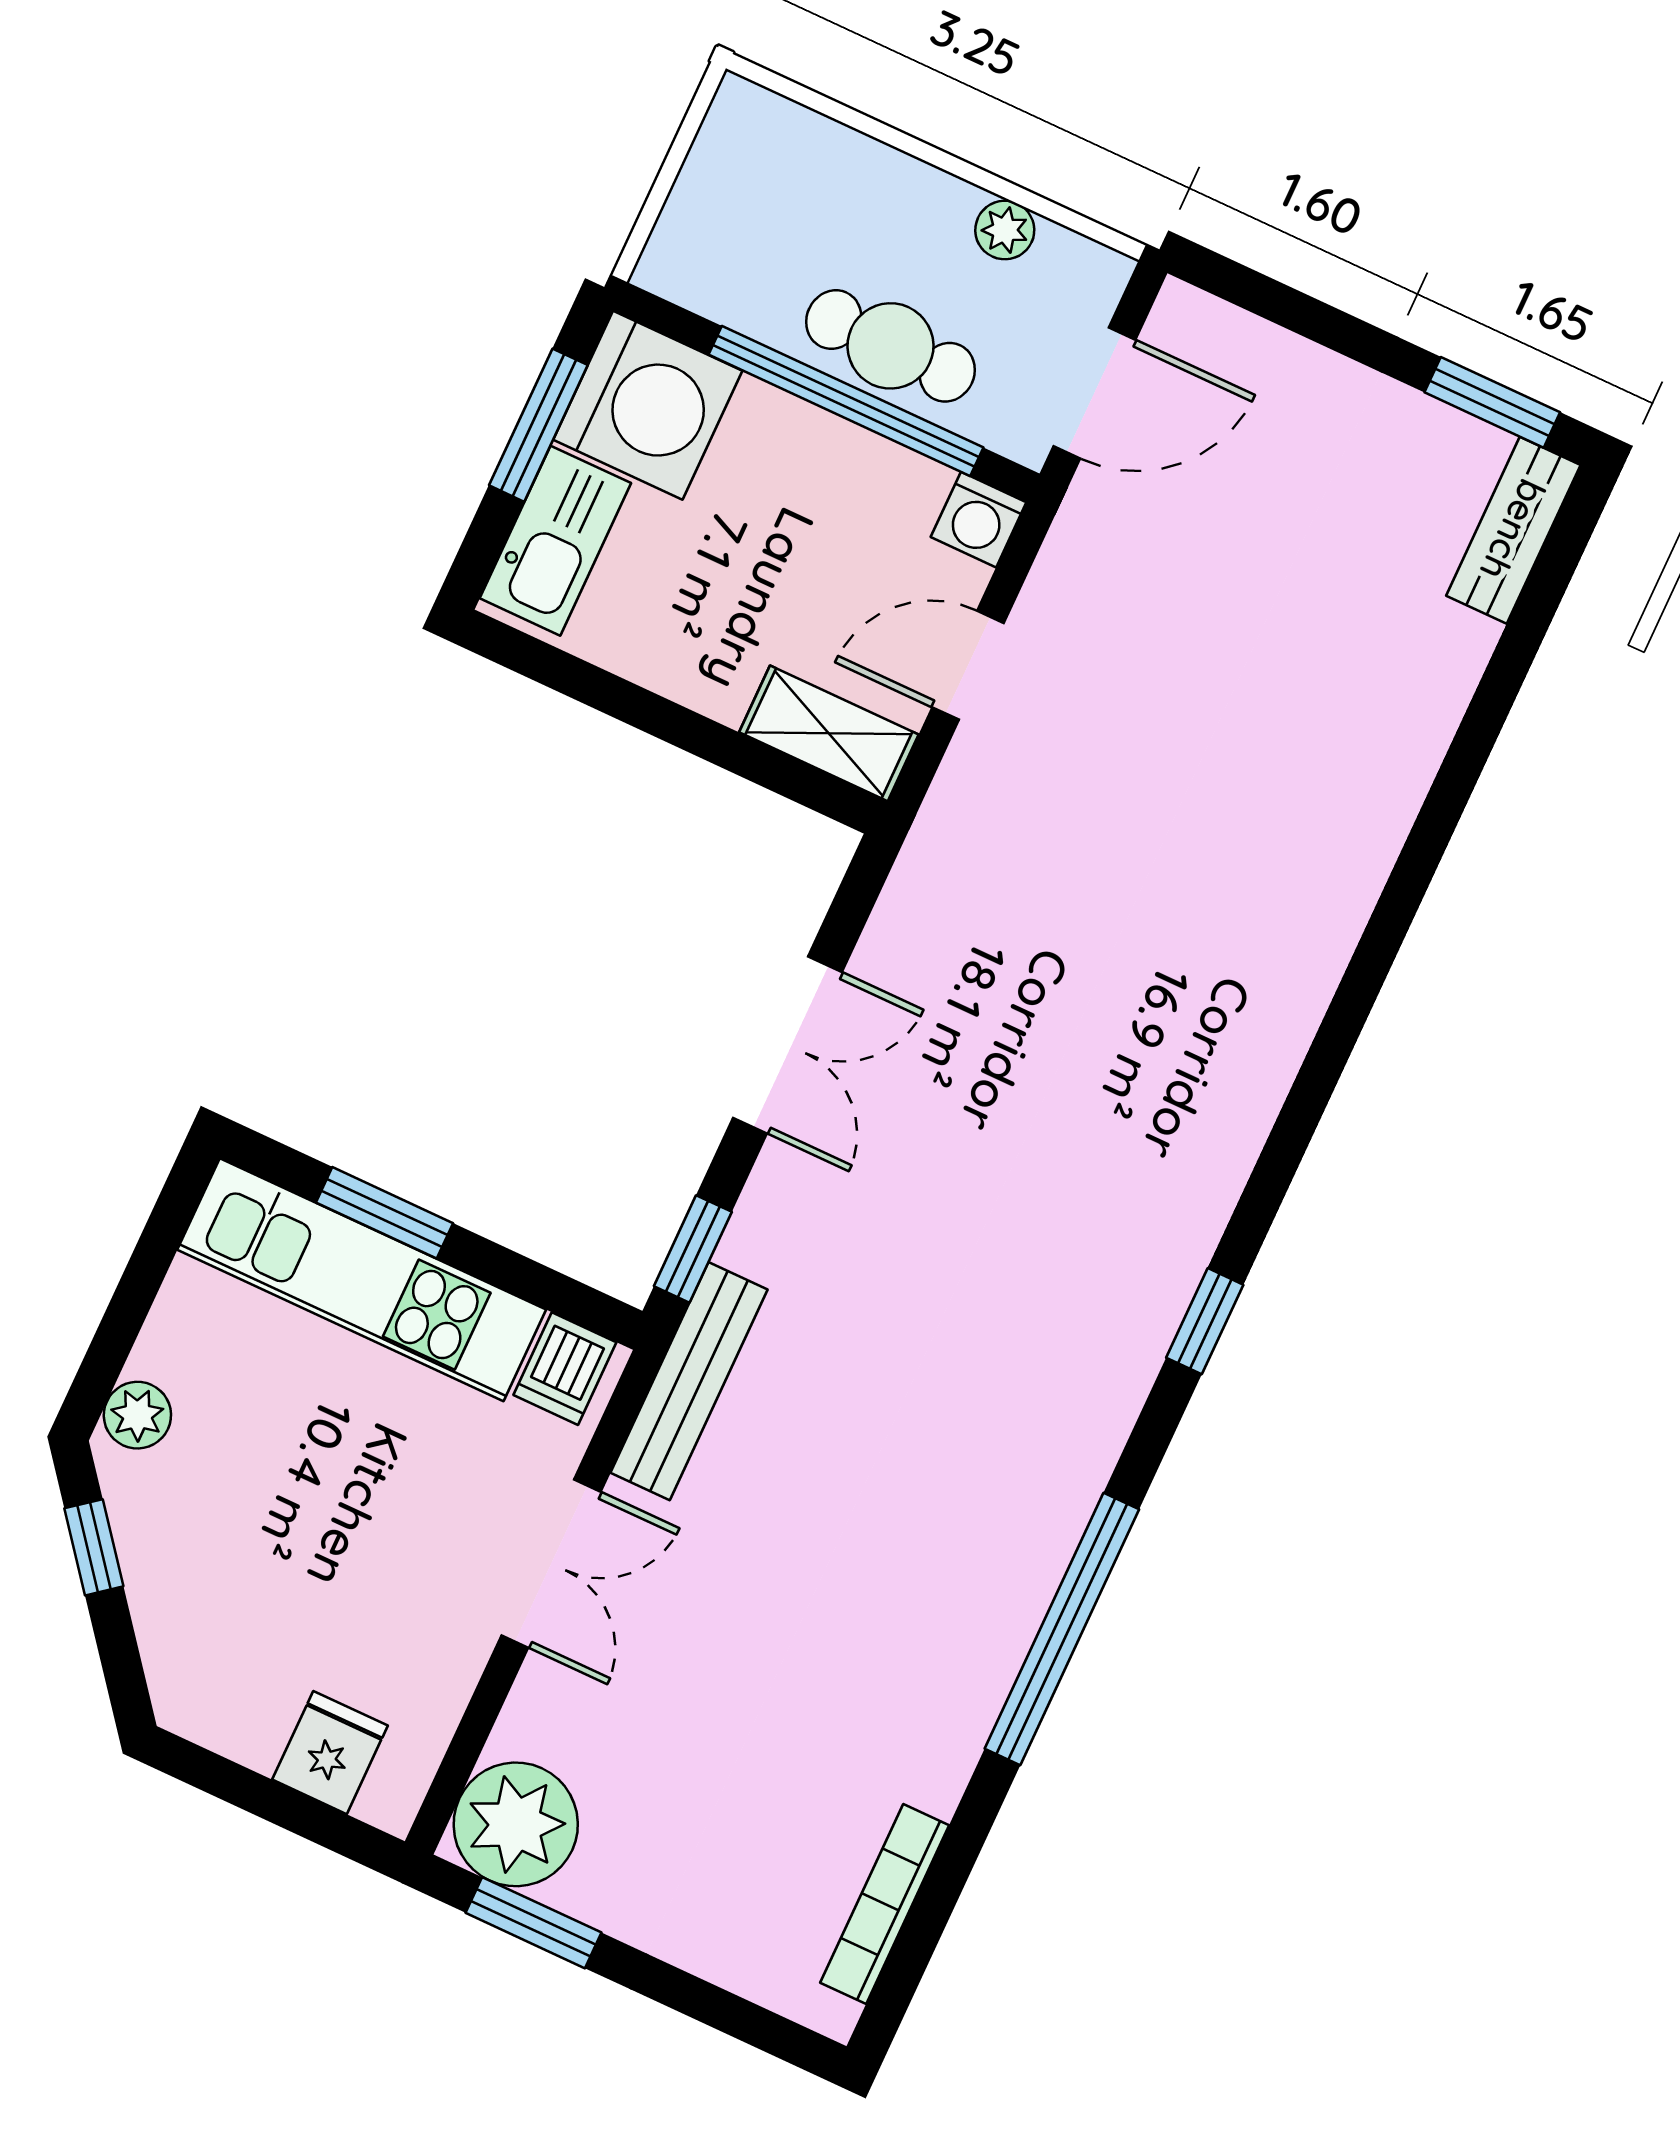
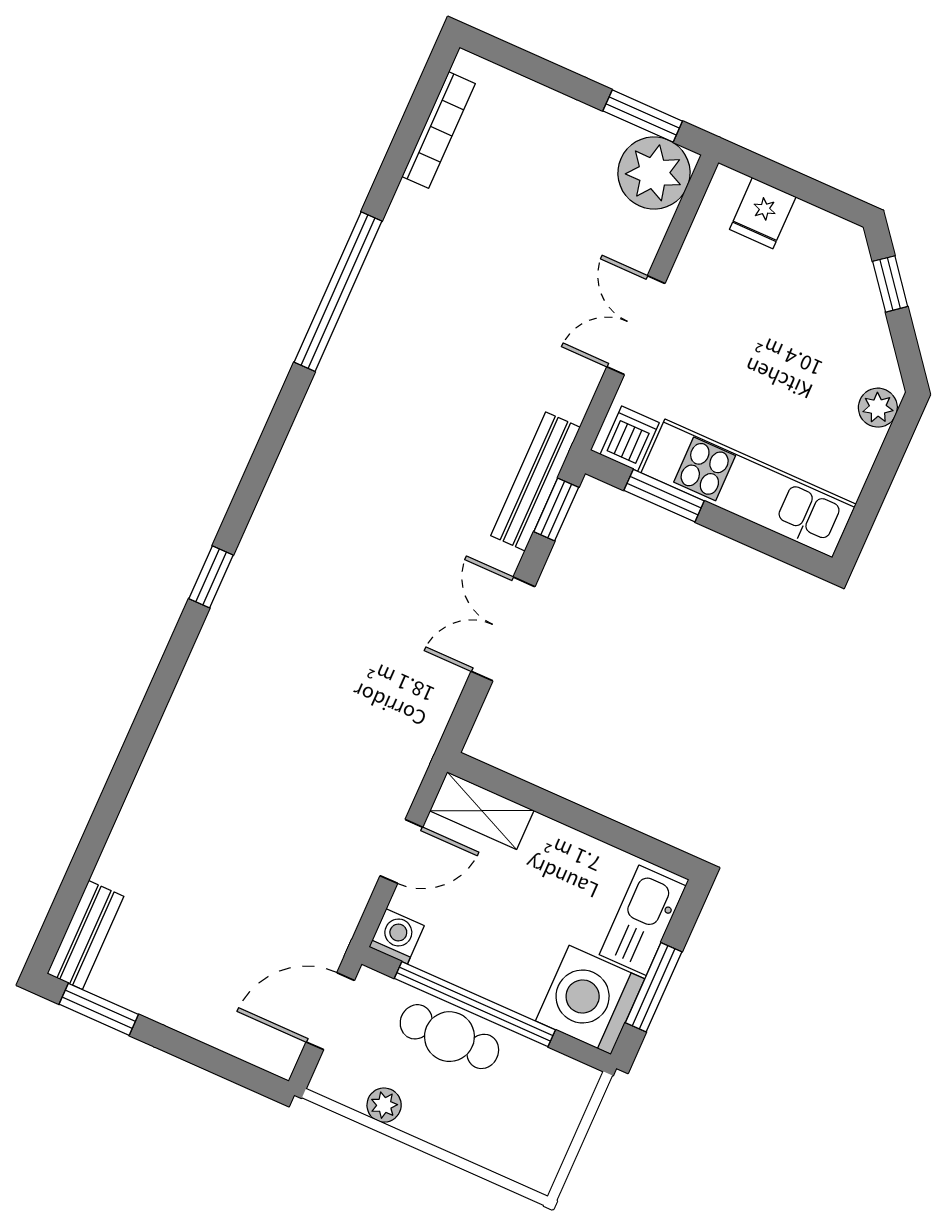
window: (385, 1213) -> (664, 496), moved
window: (1205, 1321) -> (211, 577), moved
bench: (689, 1381) -> (535, 481), moved
window: (94, 1547) -> (890, 284), moved

